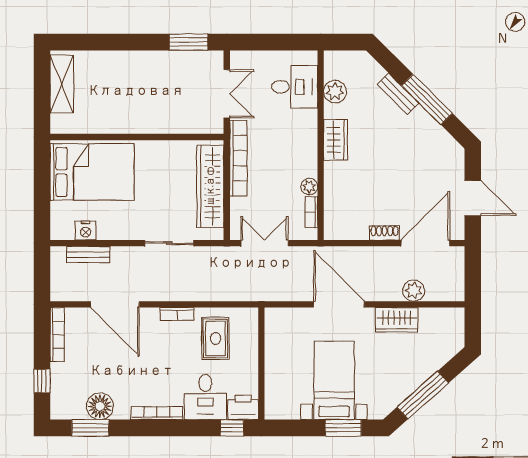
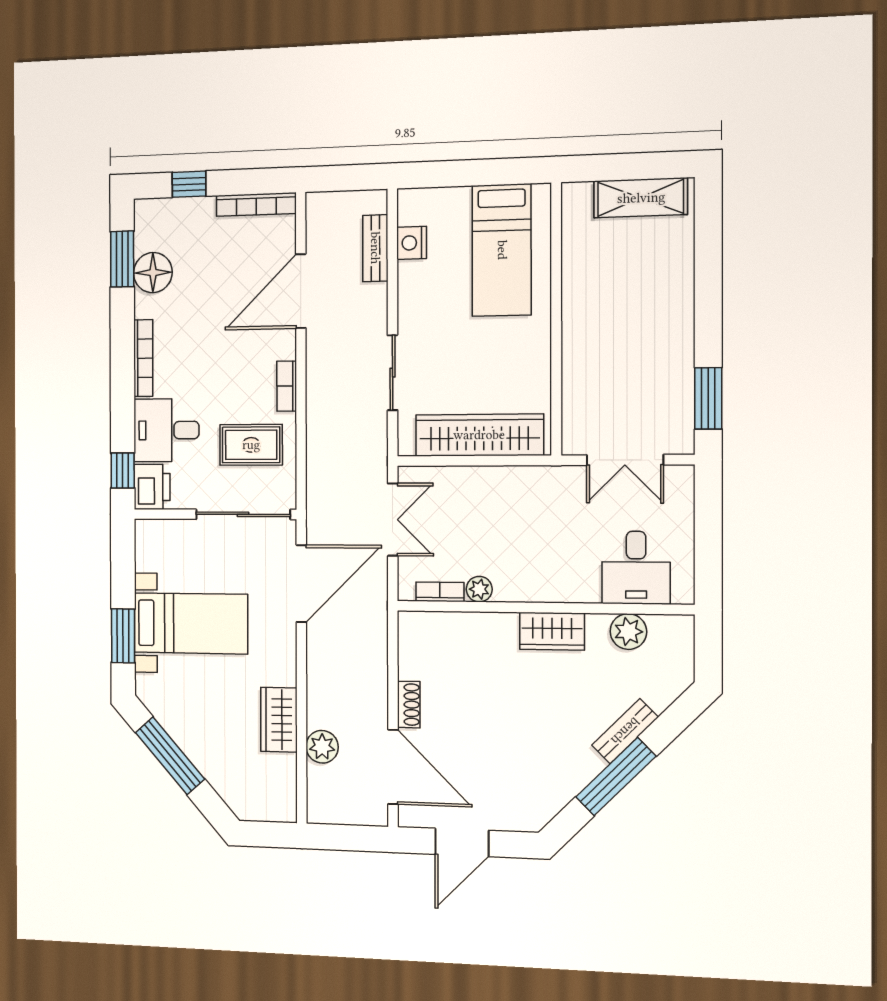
bookcase: (238, 158) -> (523, 479), removed
bed: (92, 172) -> (502, 250), width x0.67
door: (339, 304) -> (301, 584), moved
sliding door: (261, 344) -> (243, 514), added

